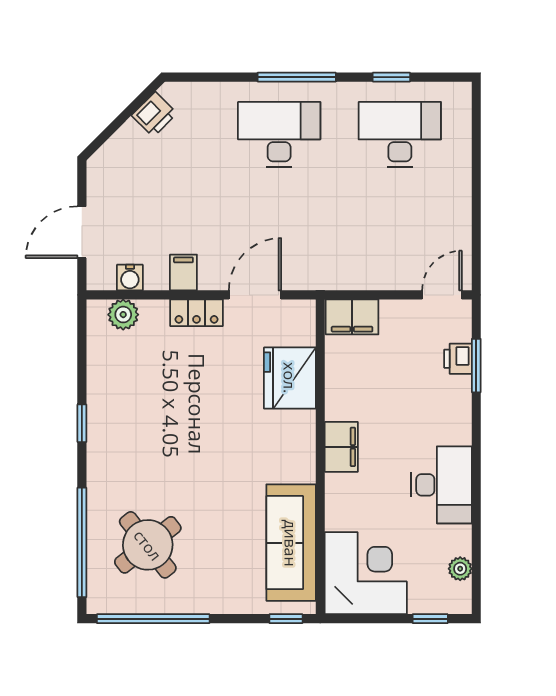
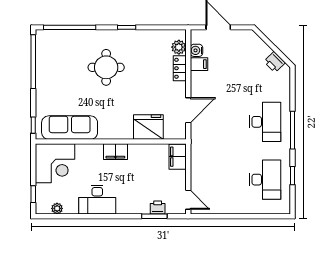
filing cabinet: (183, 272) -> (199, 64), moved
door: (255, 295) -> (188, 110), hinge flipped
locker: (197, 313) -> (180, 68), moved
round table: (148, 545) -> (106, 67), moved, turned 38

